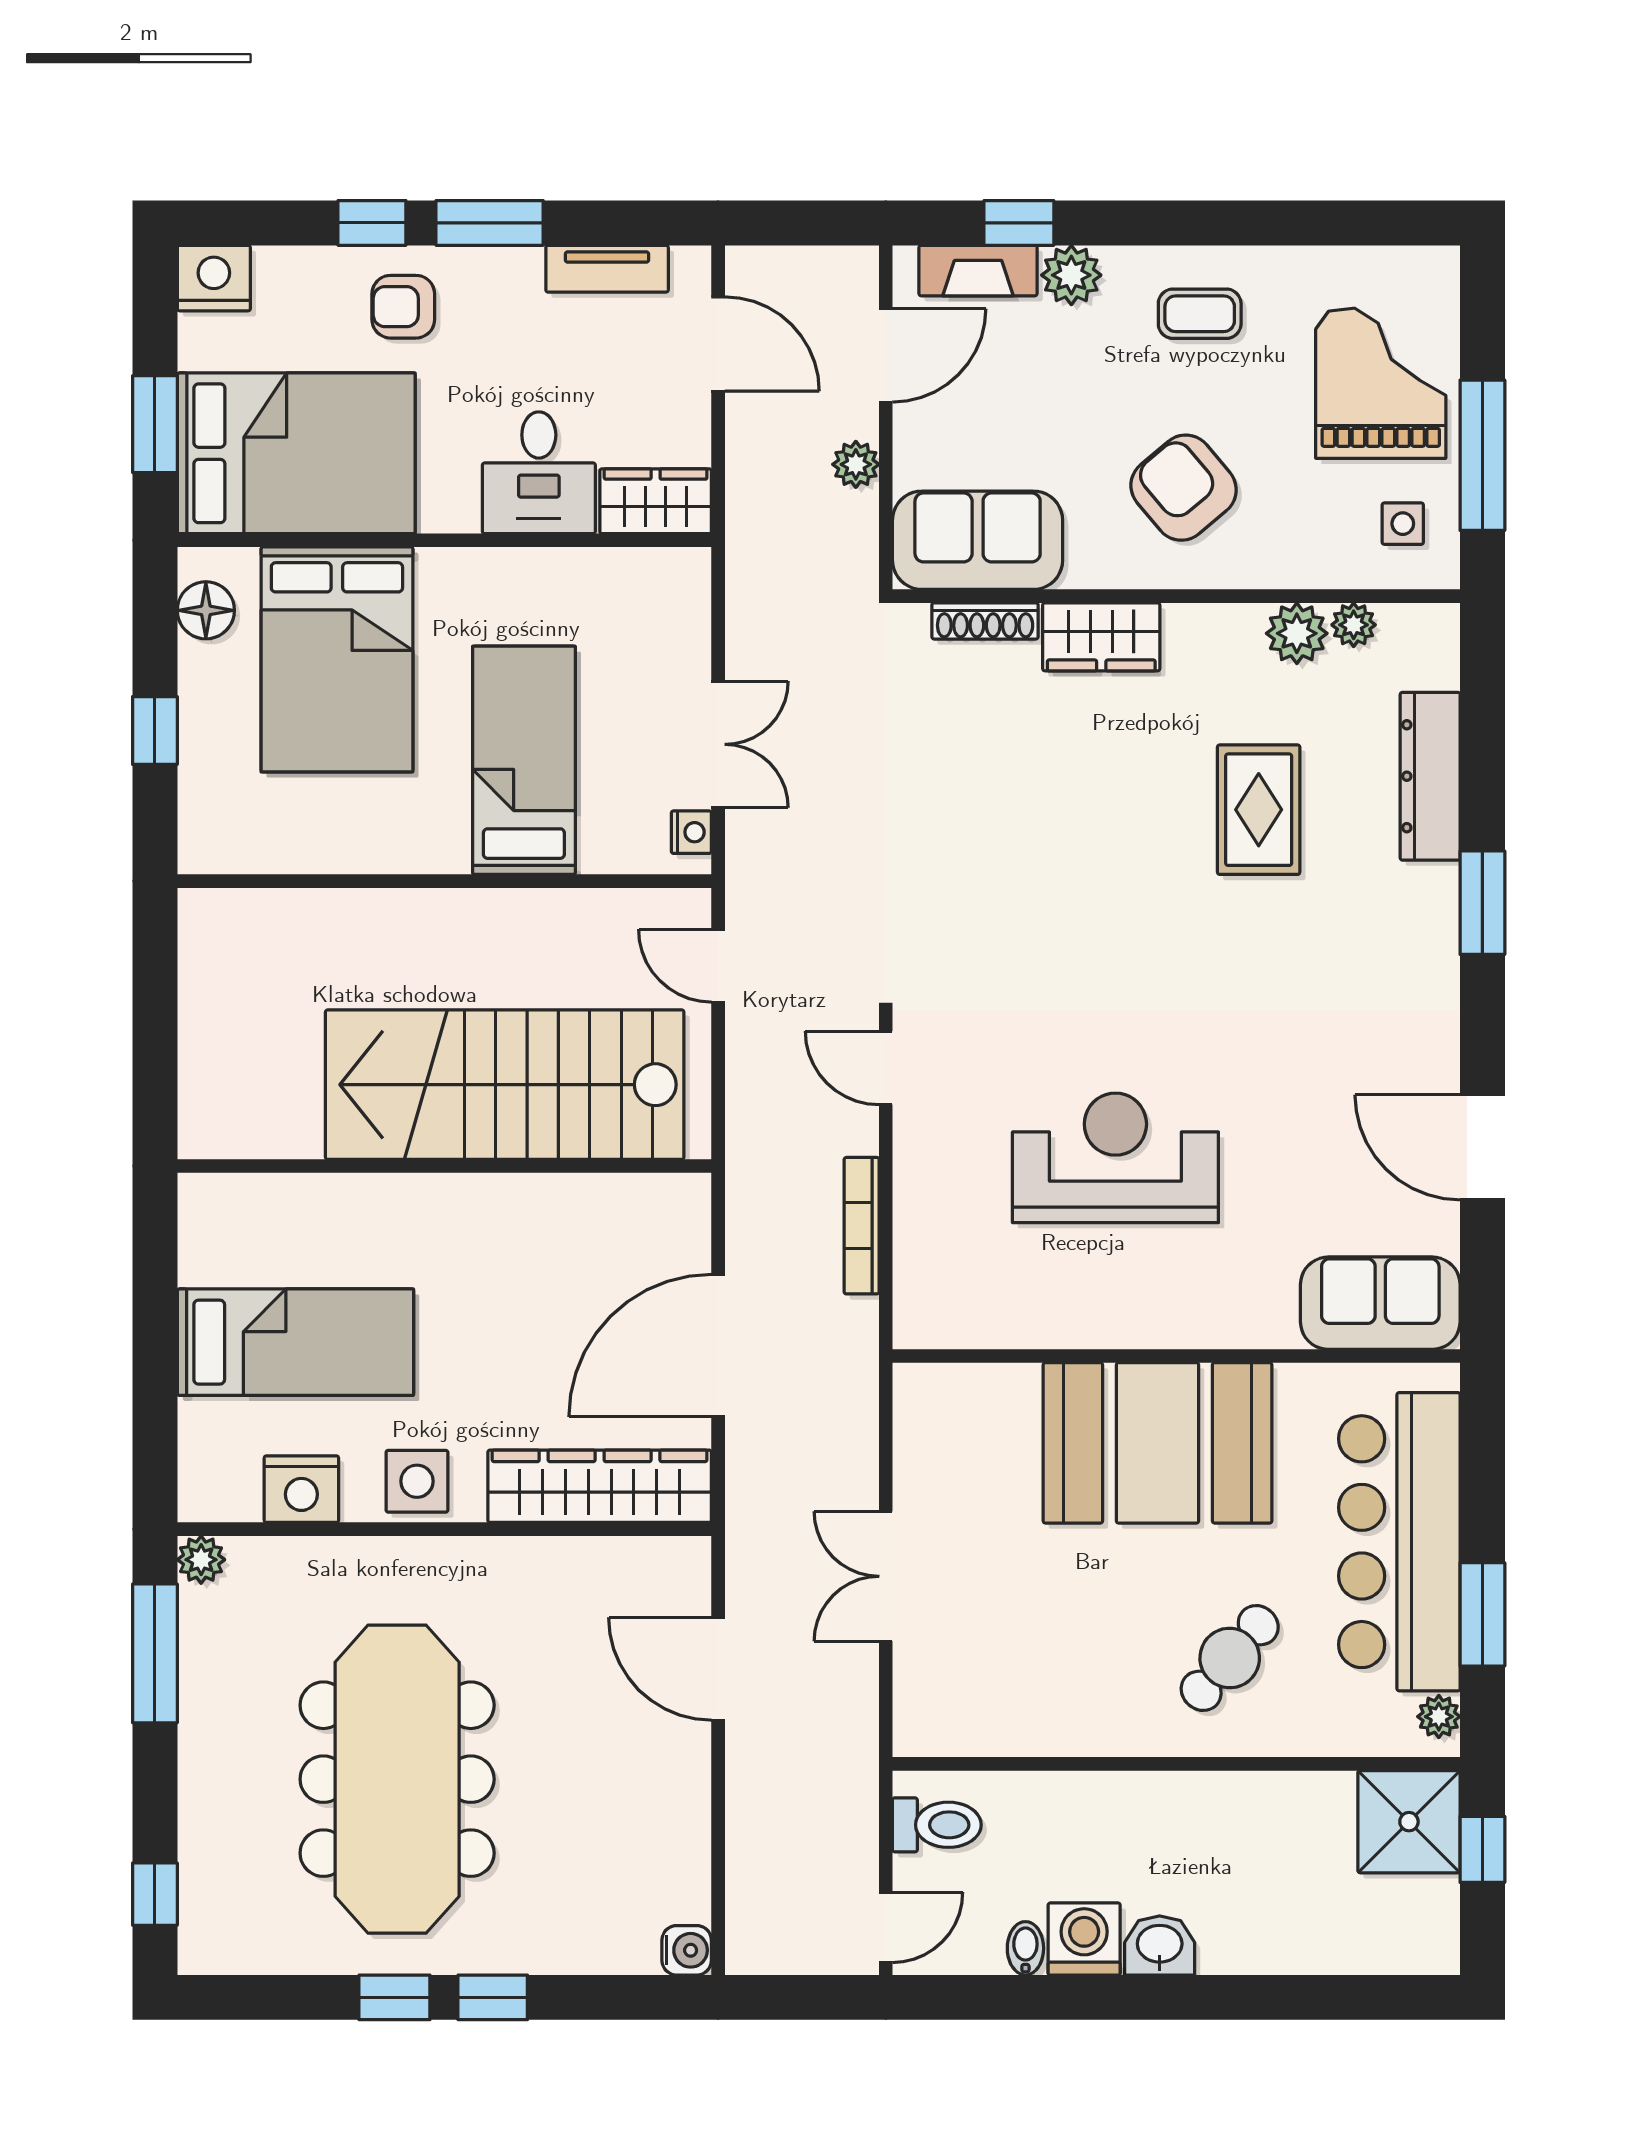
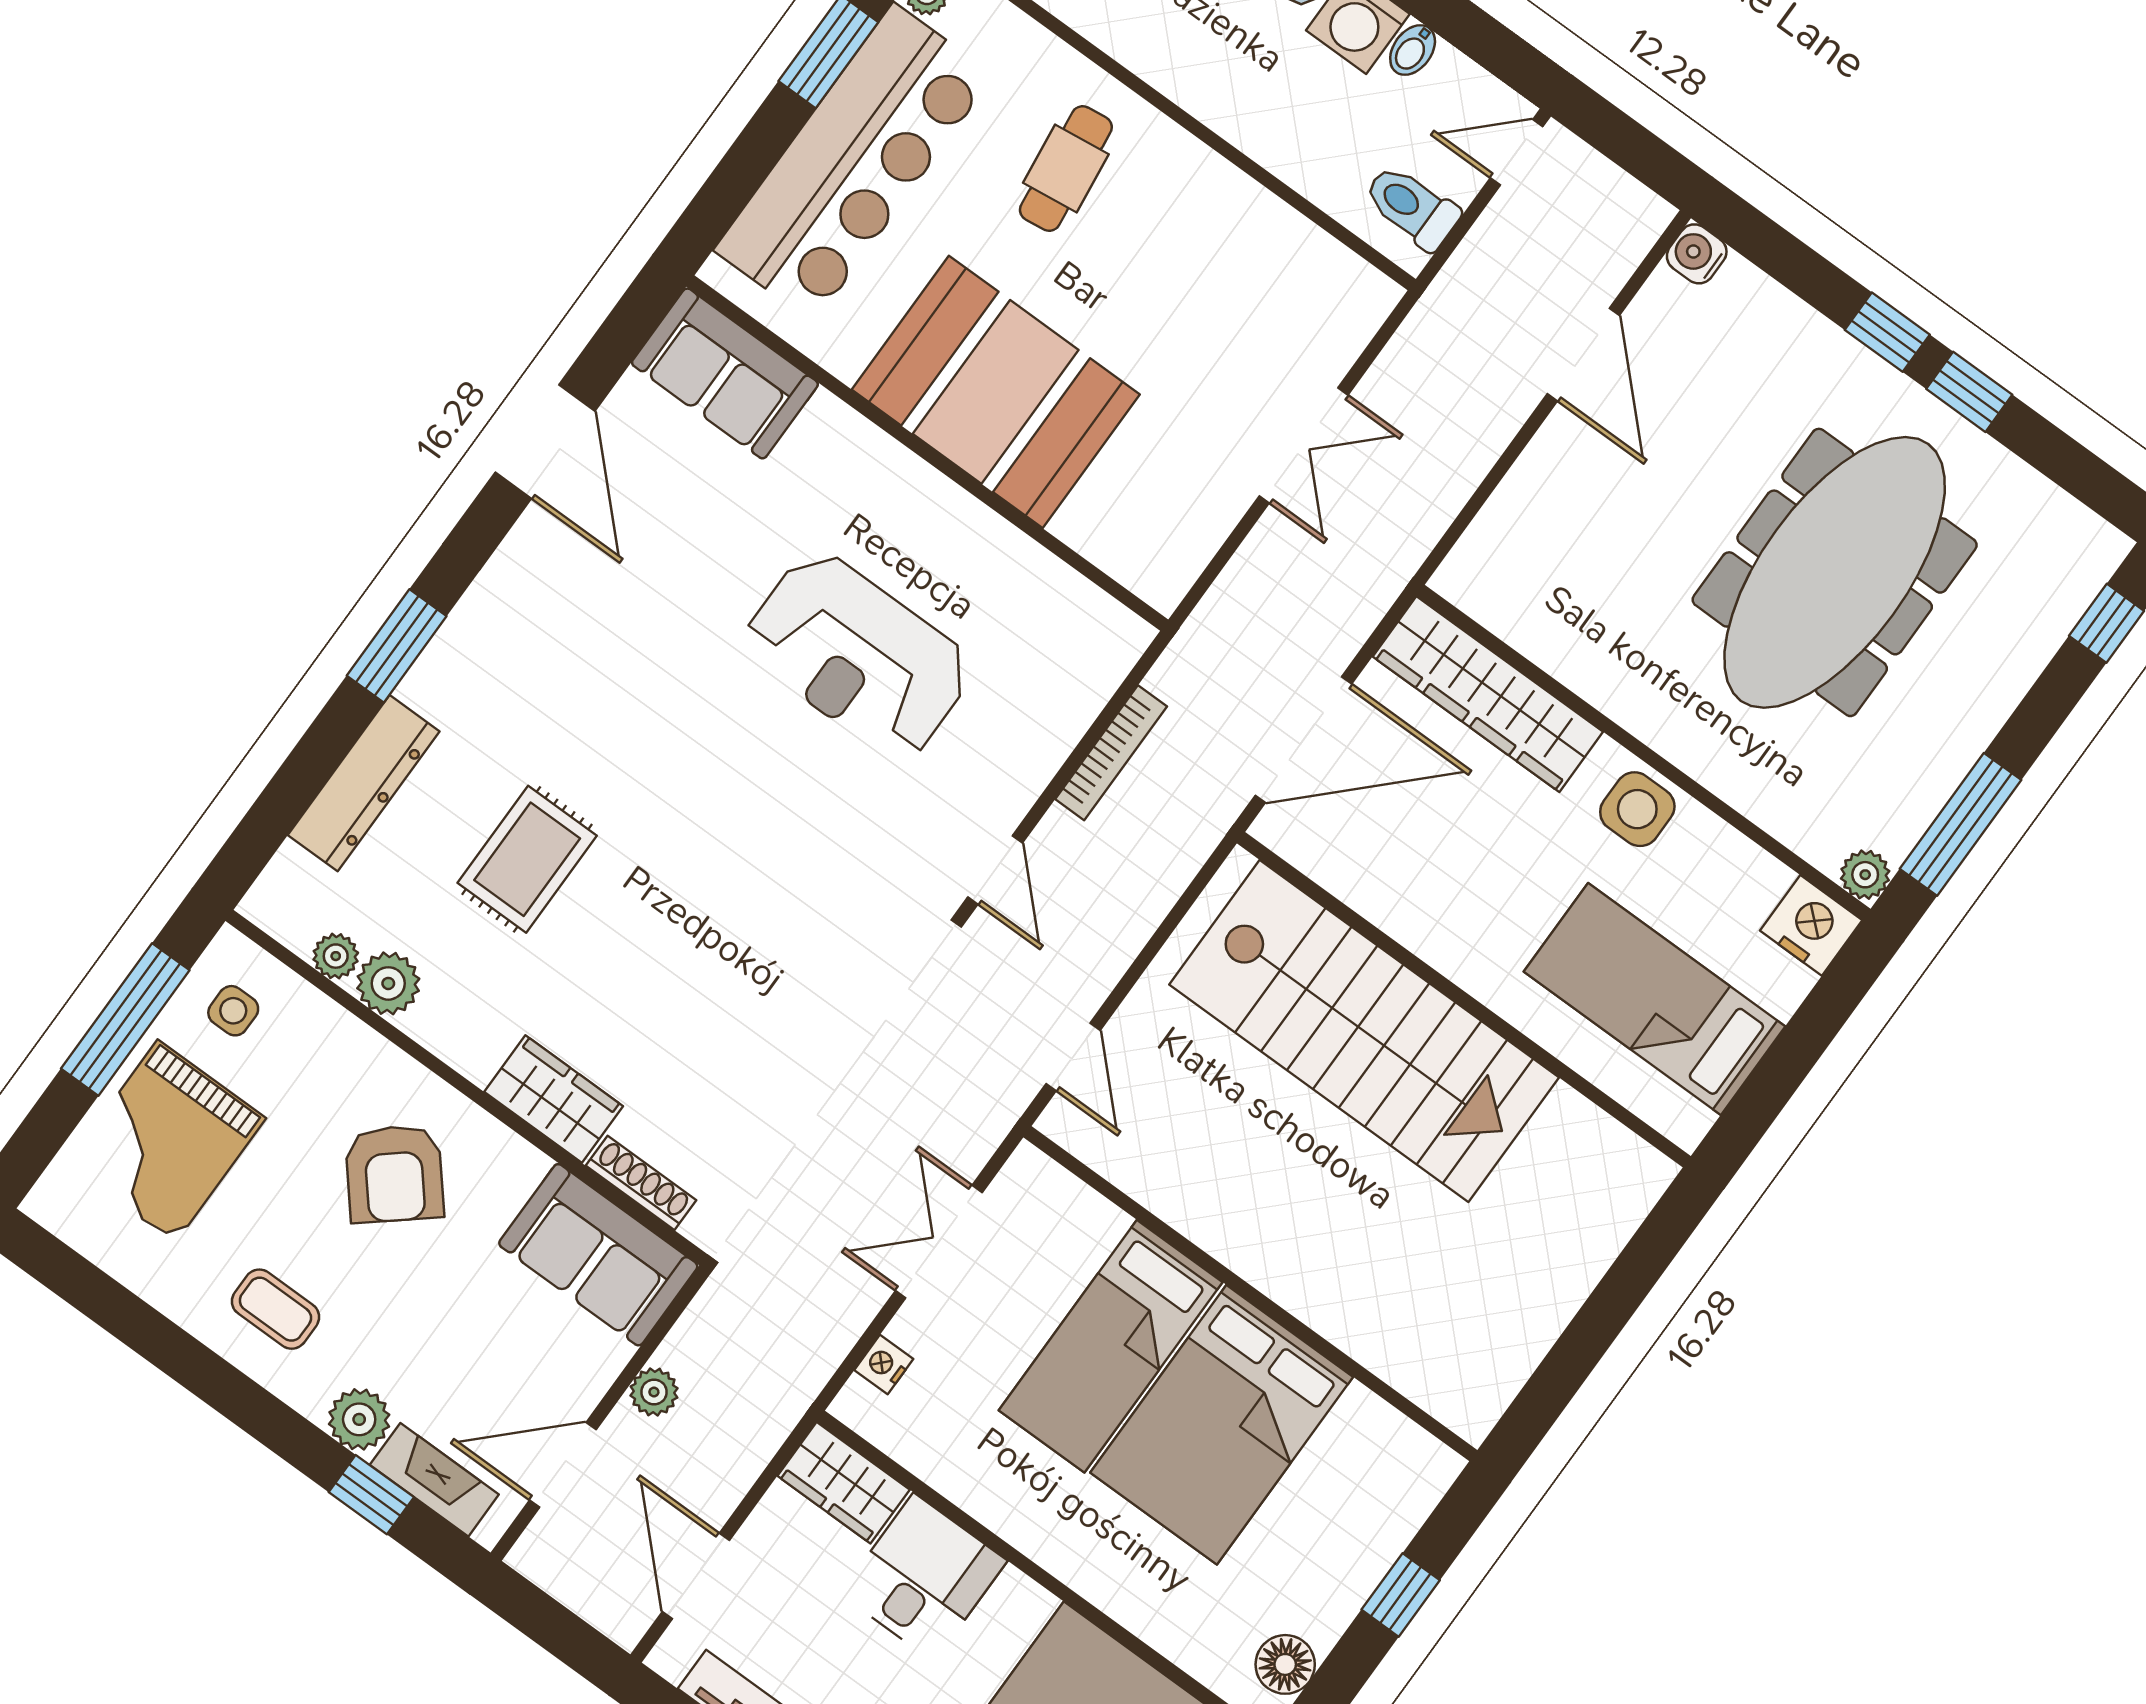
bed: (337, 659) -> (1222, 1425), moved, turned 180
nightstand: (691, 832) -> (884, 1364), moved
stairs: (505, 1085) -> (1364, 1031), moved
wall: (444, 1166) -> (1464, 1000), moved
nightstand: (301, 1489) -> (1811, 925), moved
cafe table: (1230, 1658) -> (1066, 169), turned -48
door: (718, 1669) -> (1583, 355), moved

